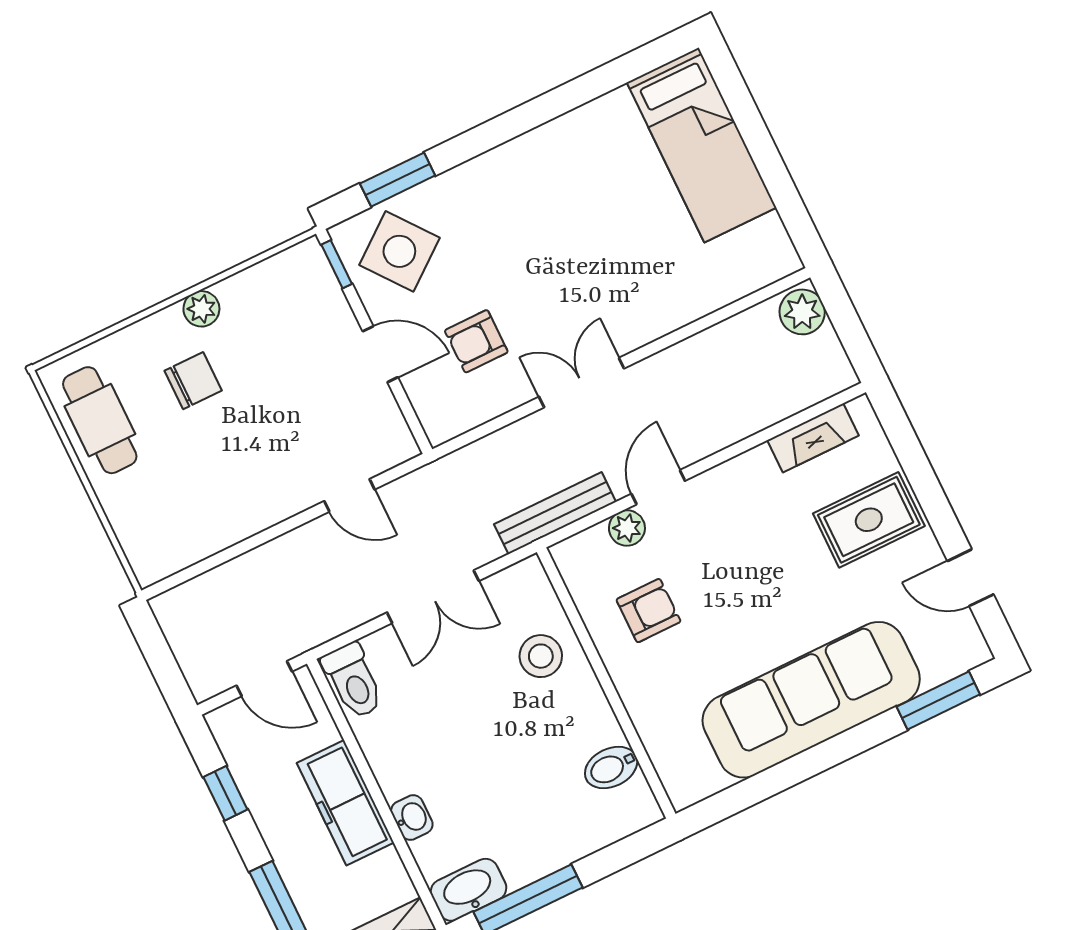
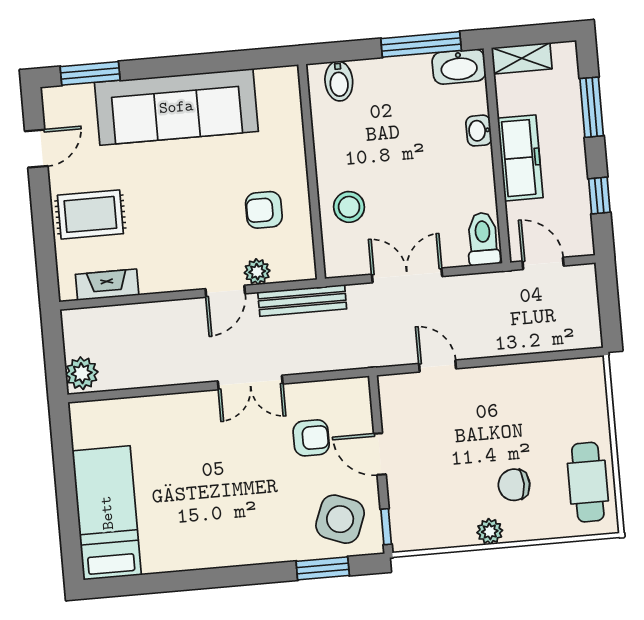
side table: (399, 251) -> (340, 519), turned -31
door: (970, 578) -> (36, 149), hinge flipped
bidet: (611, 767) -> (339, 81), moved, turned 90

